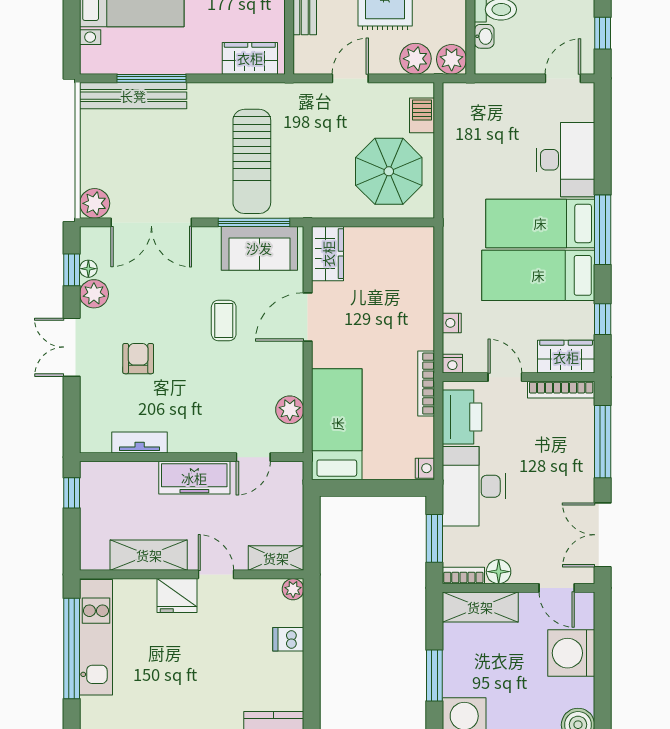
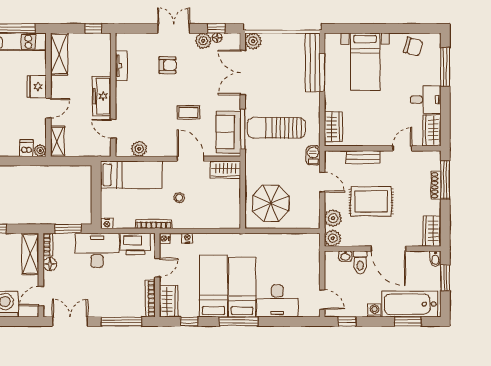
barbecue: (422, 115) -> (313, 155), moved, turned -90
stool: (378, 337) -> (179, 198), added
shelving: (149, 555) -> (59, 54), moved
dishwasher: (288, 639) -> (26, 148), moved

